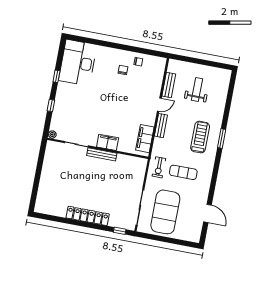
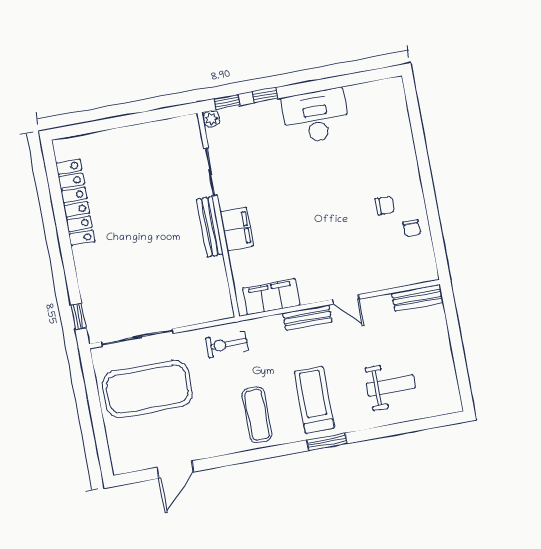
desk: (78, 63) -> (316, 116), moved, width x0.73, depth x0.77
window: (56, 76) -> (227, 102), moved
bench: (169, 85) -> (417, 298), moved
weight bench: (197, 90) -> (391, 385), moved
treadmill: (200, 137) -> (314, 400), turned -90
exercise mat: (183, 172) -> (257, 415), moved
locker: (88, 216) -> (75, 202), moved

